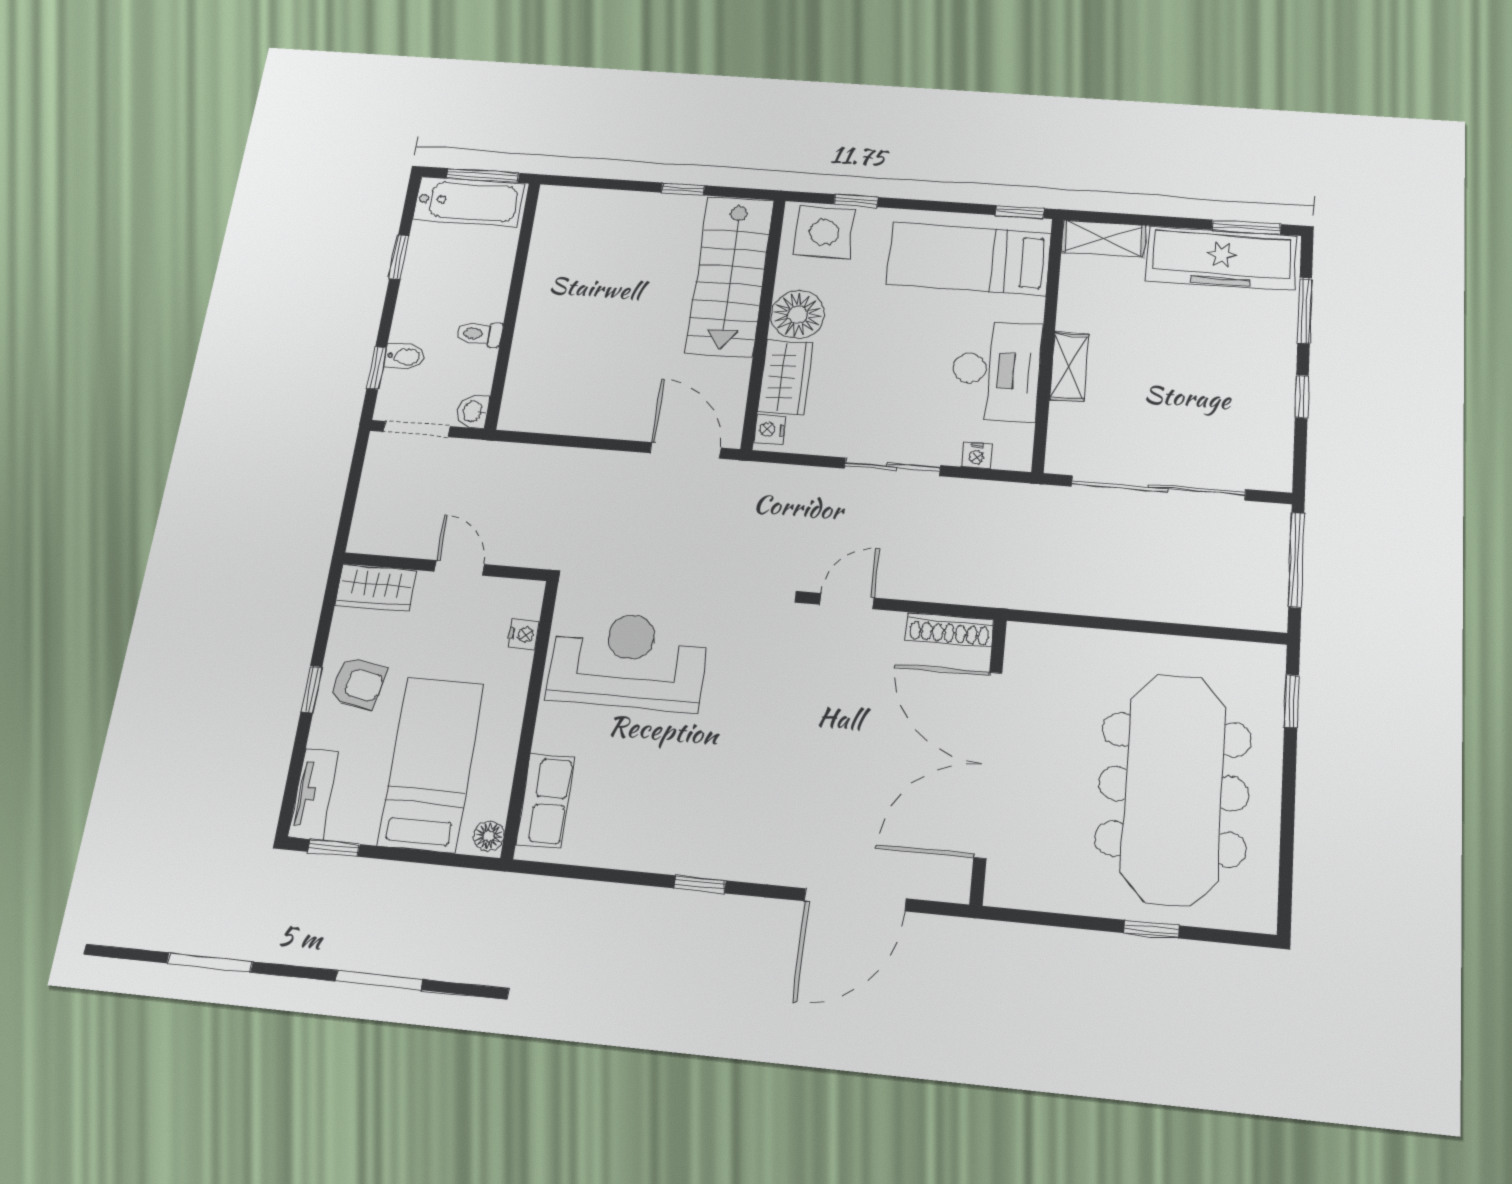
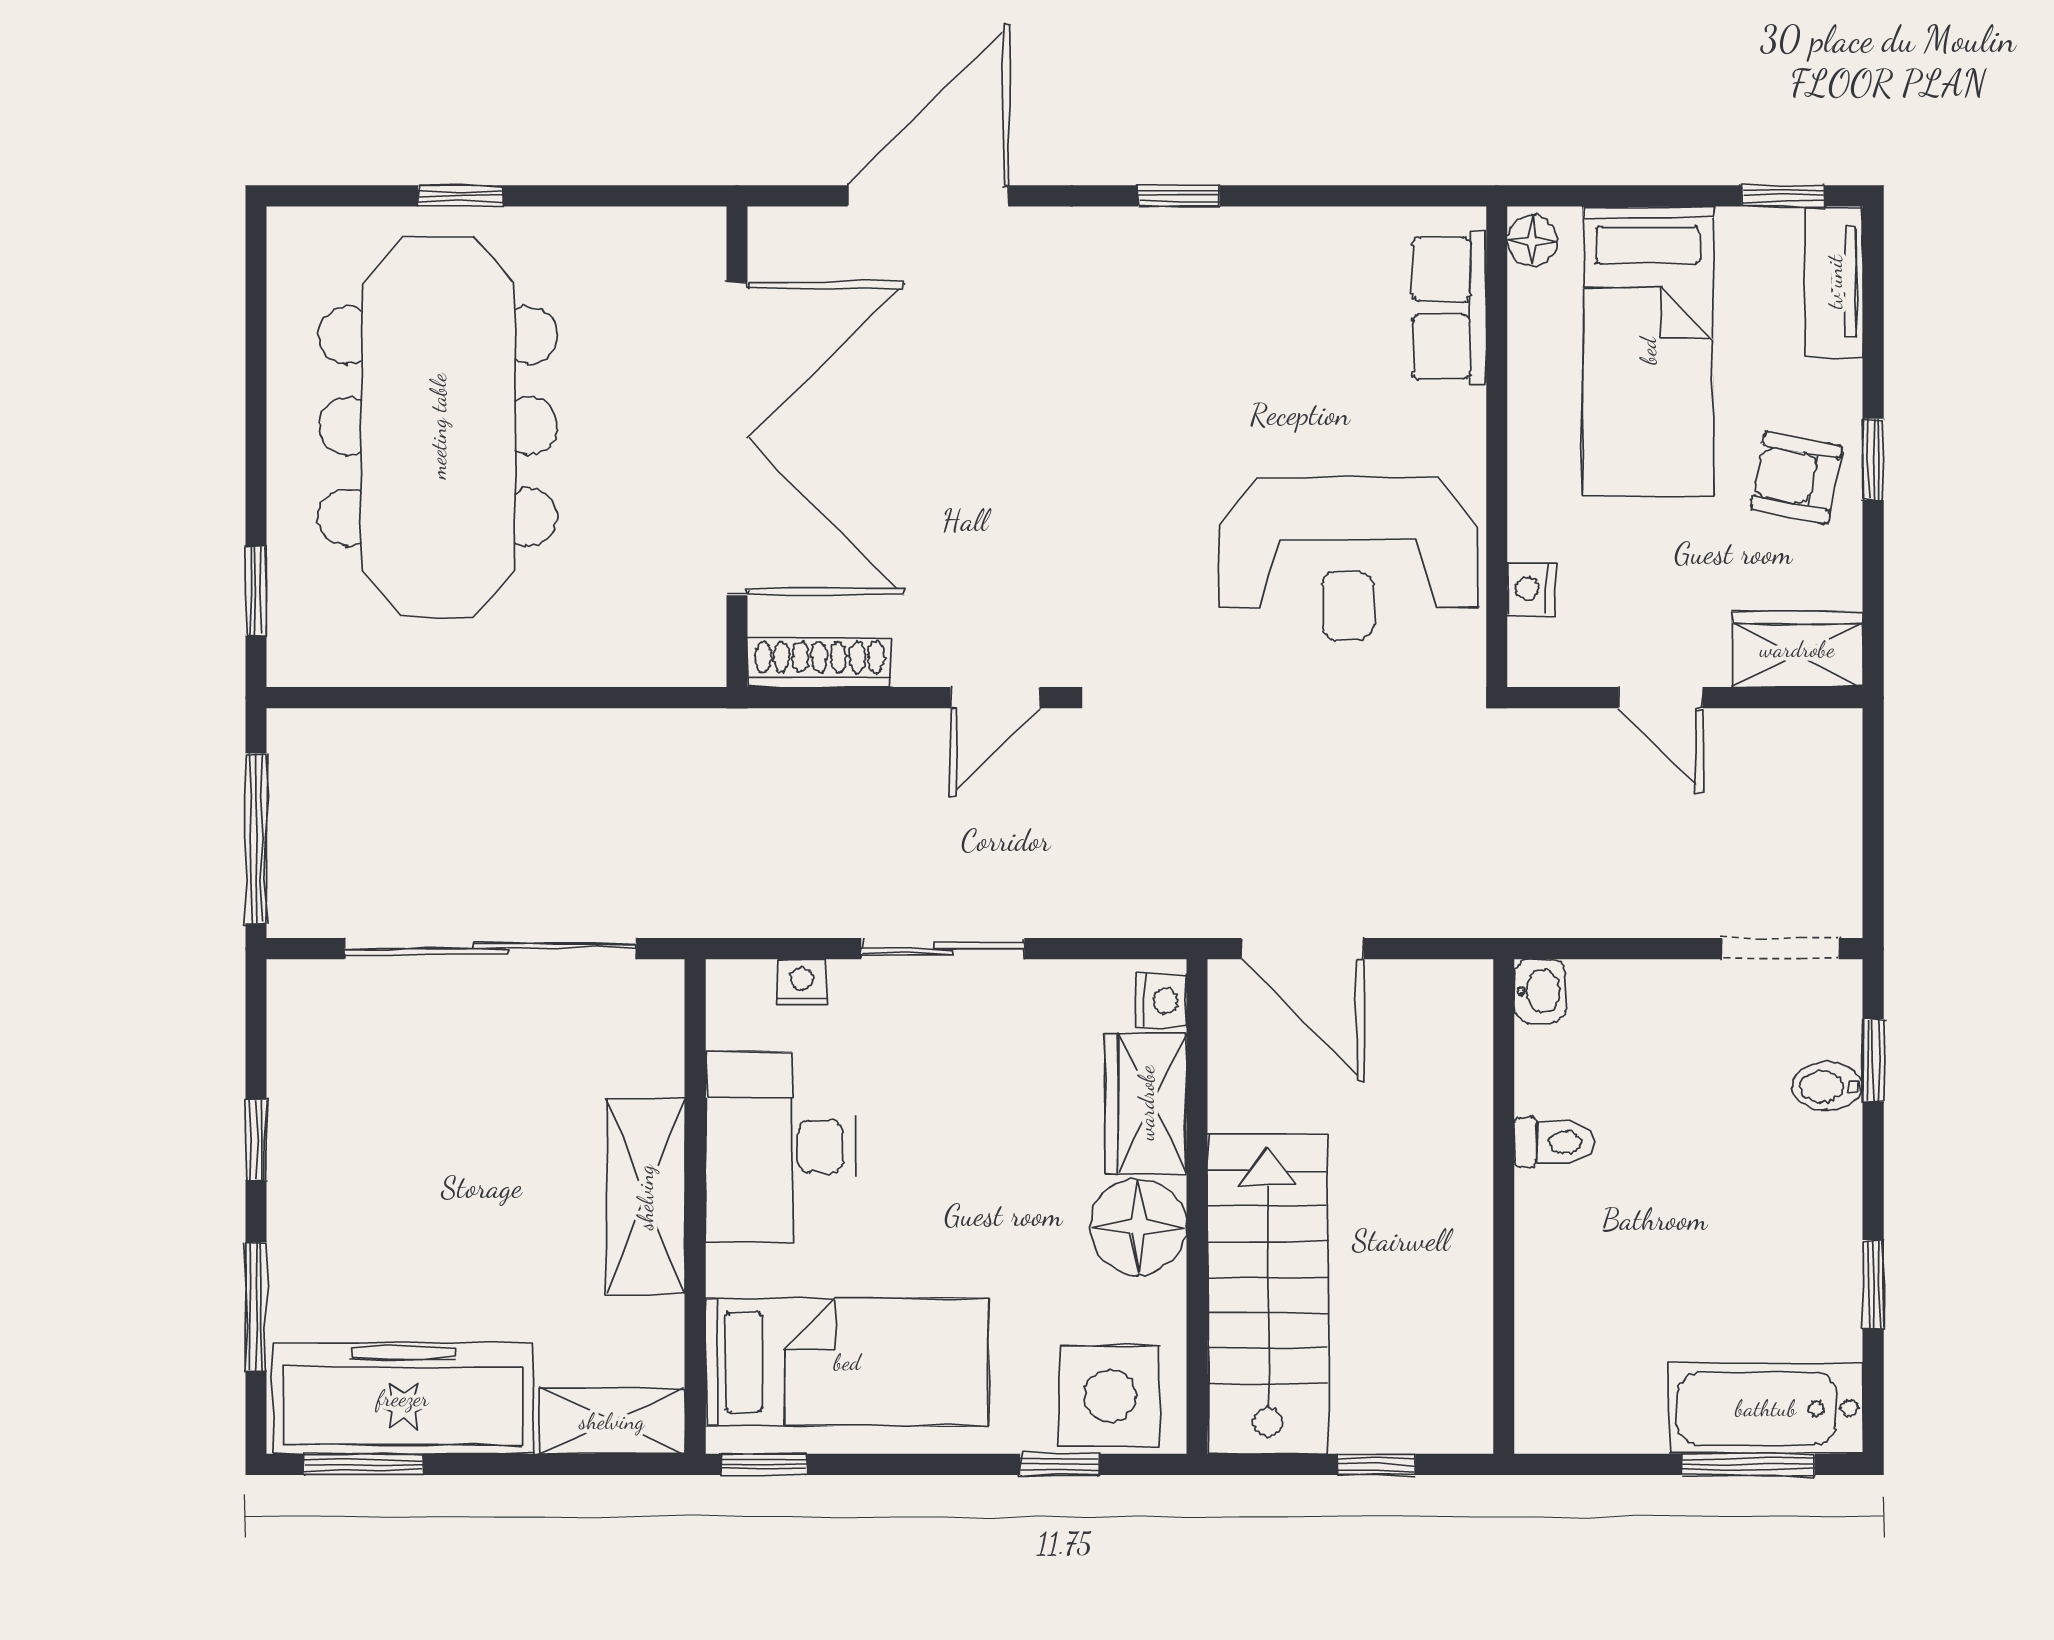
wall: (513, 304) -> (1504, 1207), moved
toilet: (479, 334) -> (1554, 1142), moved
shelving: (1069, 367) -> (645, 1197), width x1.50, depth x1.33
washbasin: (473, 411) -> (1540, 991), moved

